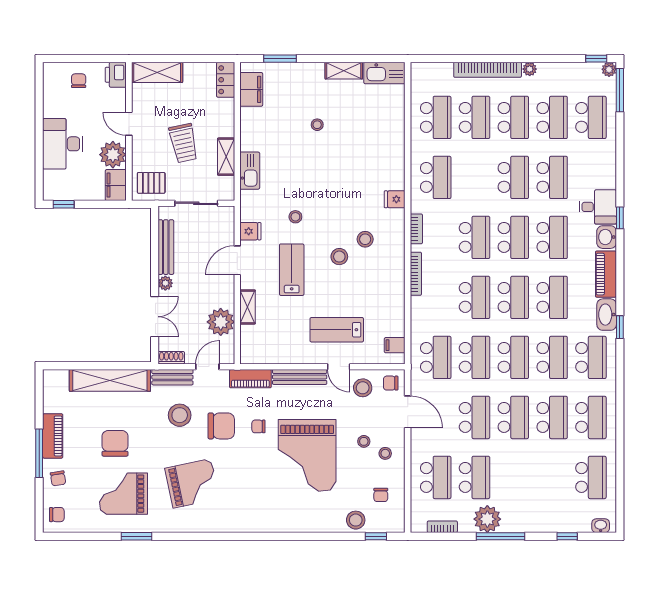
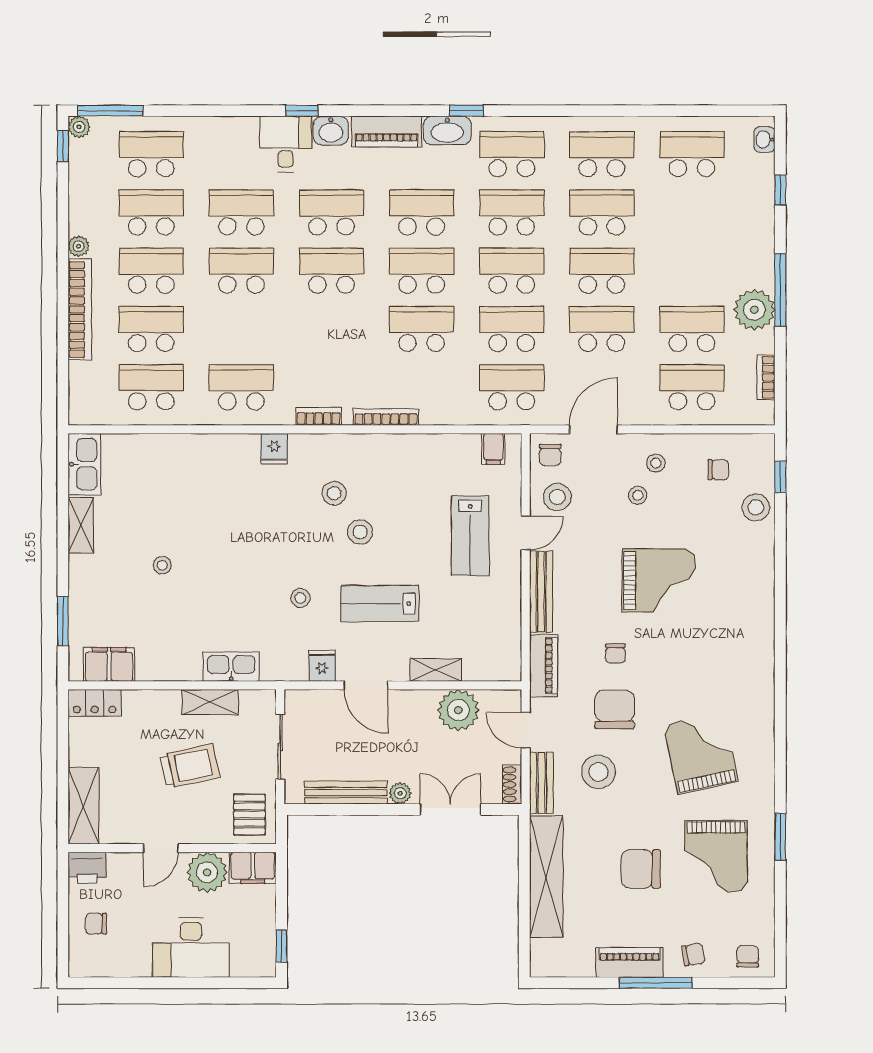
school desk: (475, 237) -> (331, 329), removed
grand piano: (307, 455) -> (659, 580), width x0.73, depth x0.68

